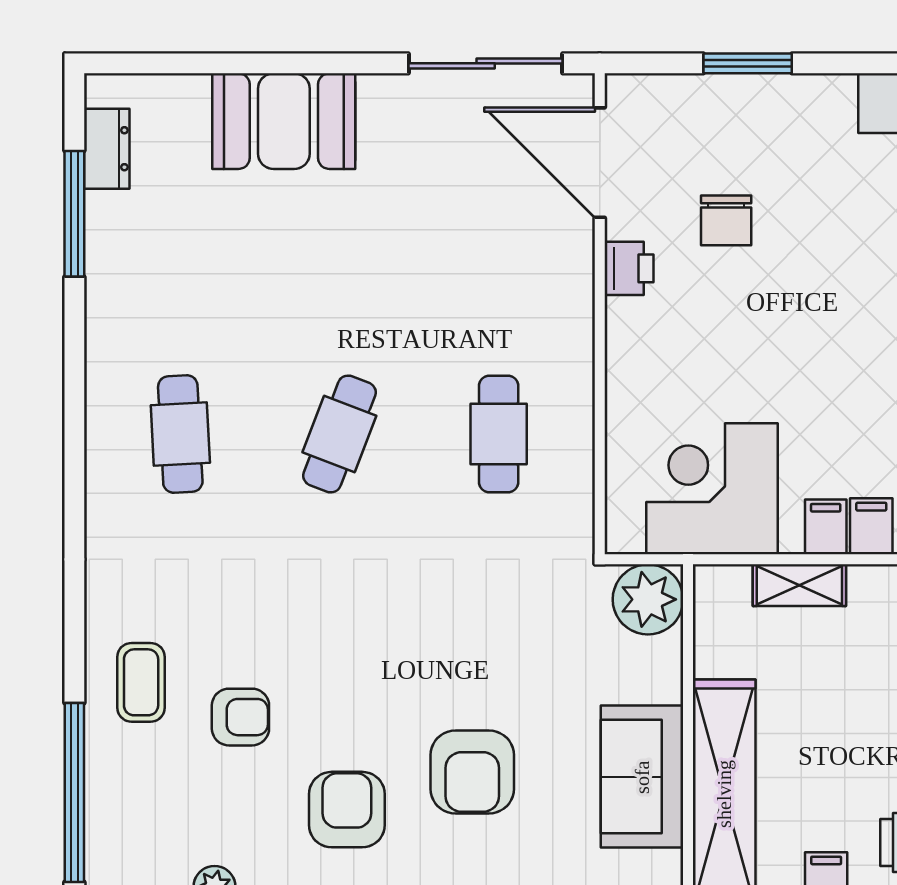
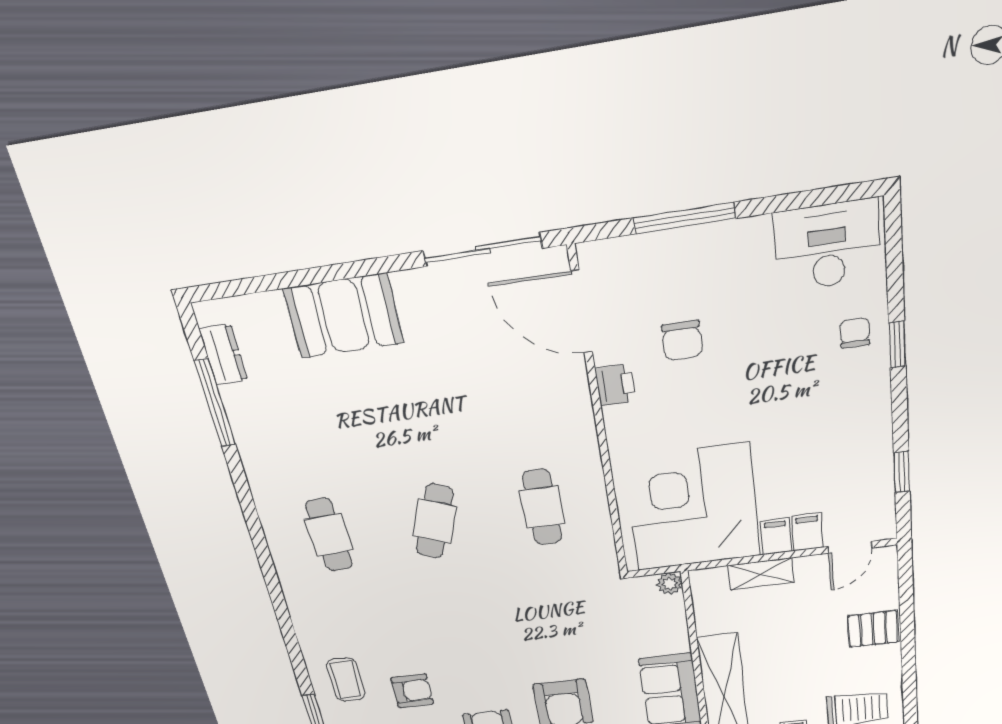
window: (748, 63) -> (684, 218), width x1.44
corner desk: (712, 489) -> (692, 508), width x1.36, depth x1.36
plant: (648, 599) -> (670, 584), width x0.53, depth x0.53

